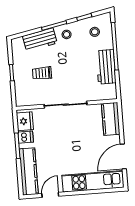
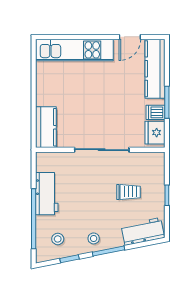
workbench: (40, 40) -> (143, 231), moved
door: (123, 156) -> (34, 78), removed

